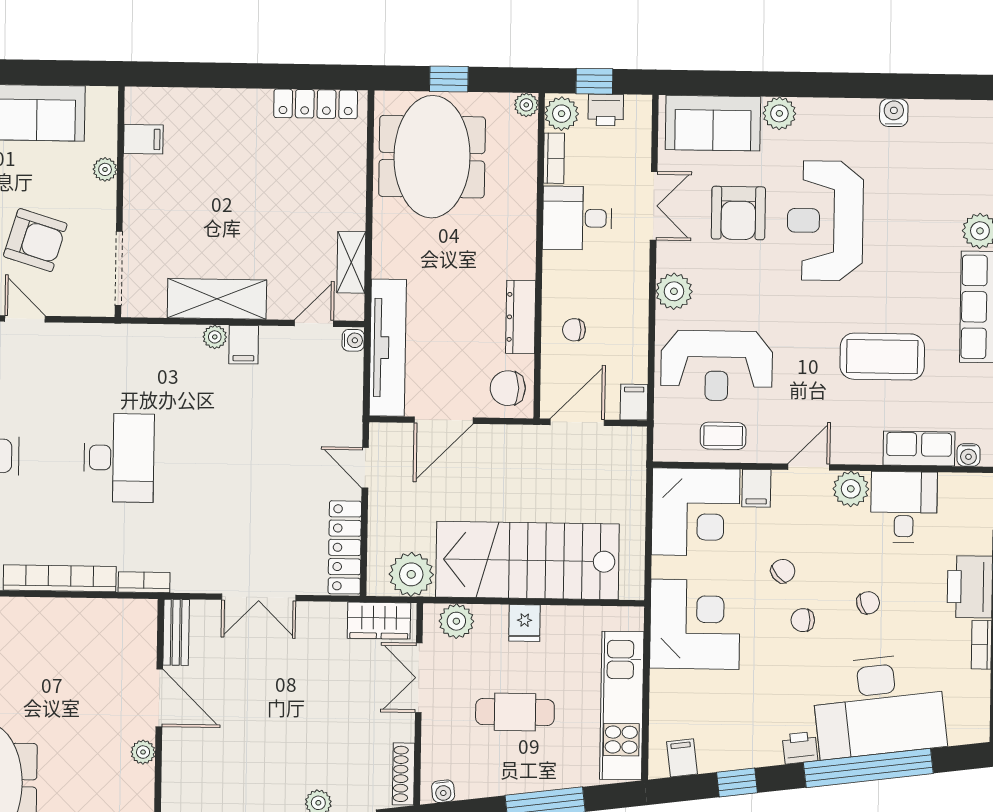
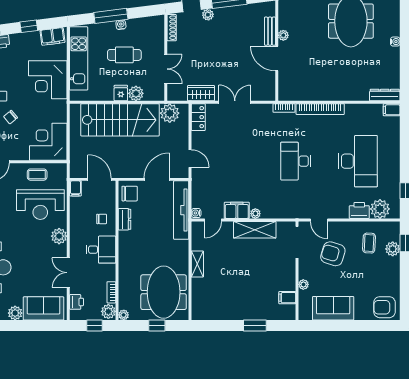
window: (220, 75) -> (255, 326), added
locker: (316, 104) -> (214, 314), removed
printer: (606, 110) -> (76, 302), moved, turned 90
armchair: (738, 213) -> (32, 270), removed
desk: (577, 218) -> (101, 250), moved
shelving: (351, 262) -> (197, 264), moved
dresser: (521, 317) -> (125, 219), width x0.70
door: (25, 319) -> (319, 220), moved
filing cabinet: (244, 345) -> (237, 210), width x2.00
reception desk: (717, 366) -> (40, 205), turned 180
door: (577, 422) -> (100, 179), swing flipped
filing cabinet: (756, 488) -> (22, 152), removed
locker: (345, 547) -> (198, 117), width x0.66
wardrobe: (379, 621) -> (201, 93), moved
plant: (456, 621) -> (136, 93), moved
corner desk: (695, 624) -> (48, 80), moved
bench: (176, 632) -> (270, 31), moved
filing cabinet: (682, 758) -> (52, 36), width x2.00
water cooler: (443, 791) -> (121, 25), moved

